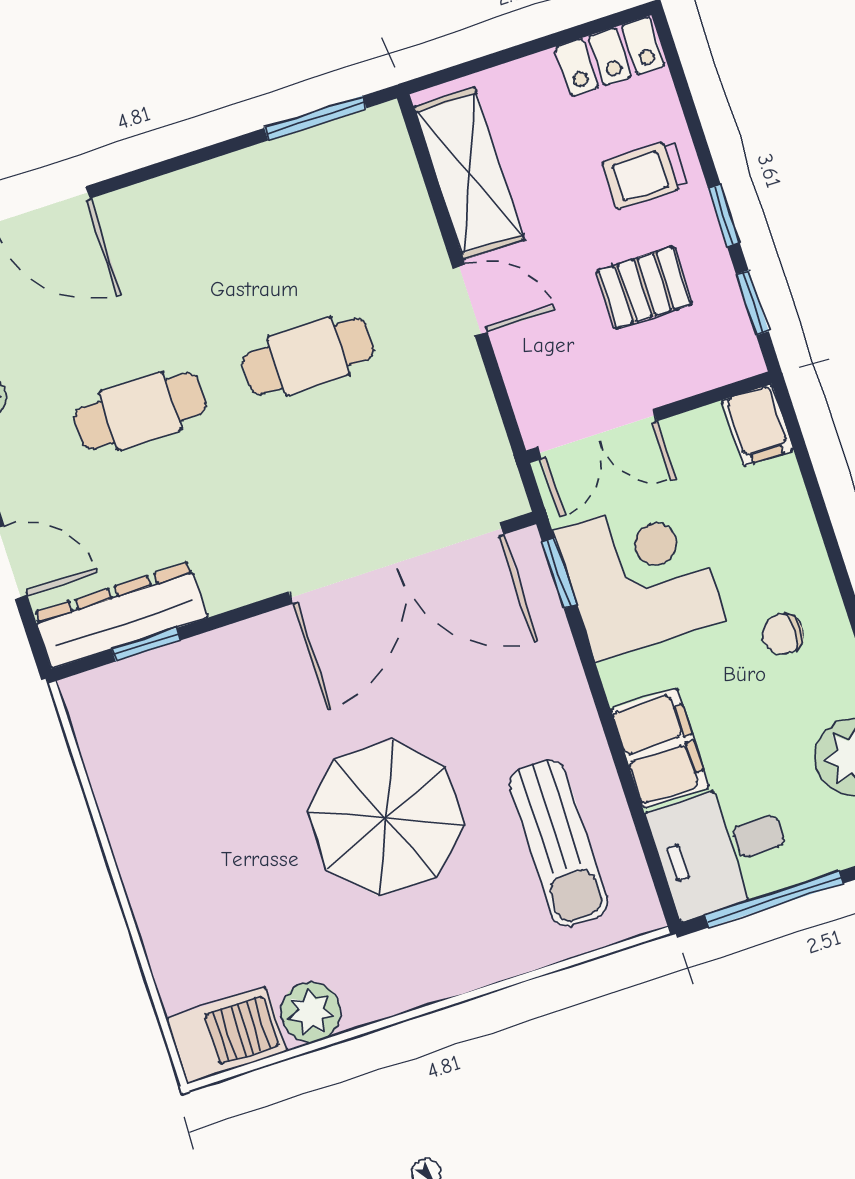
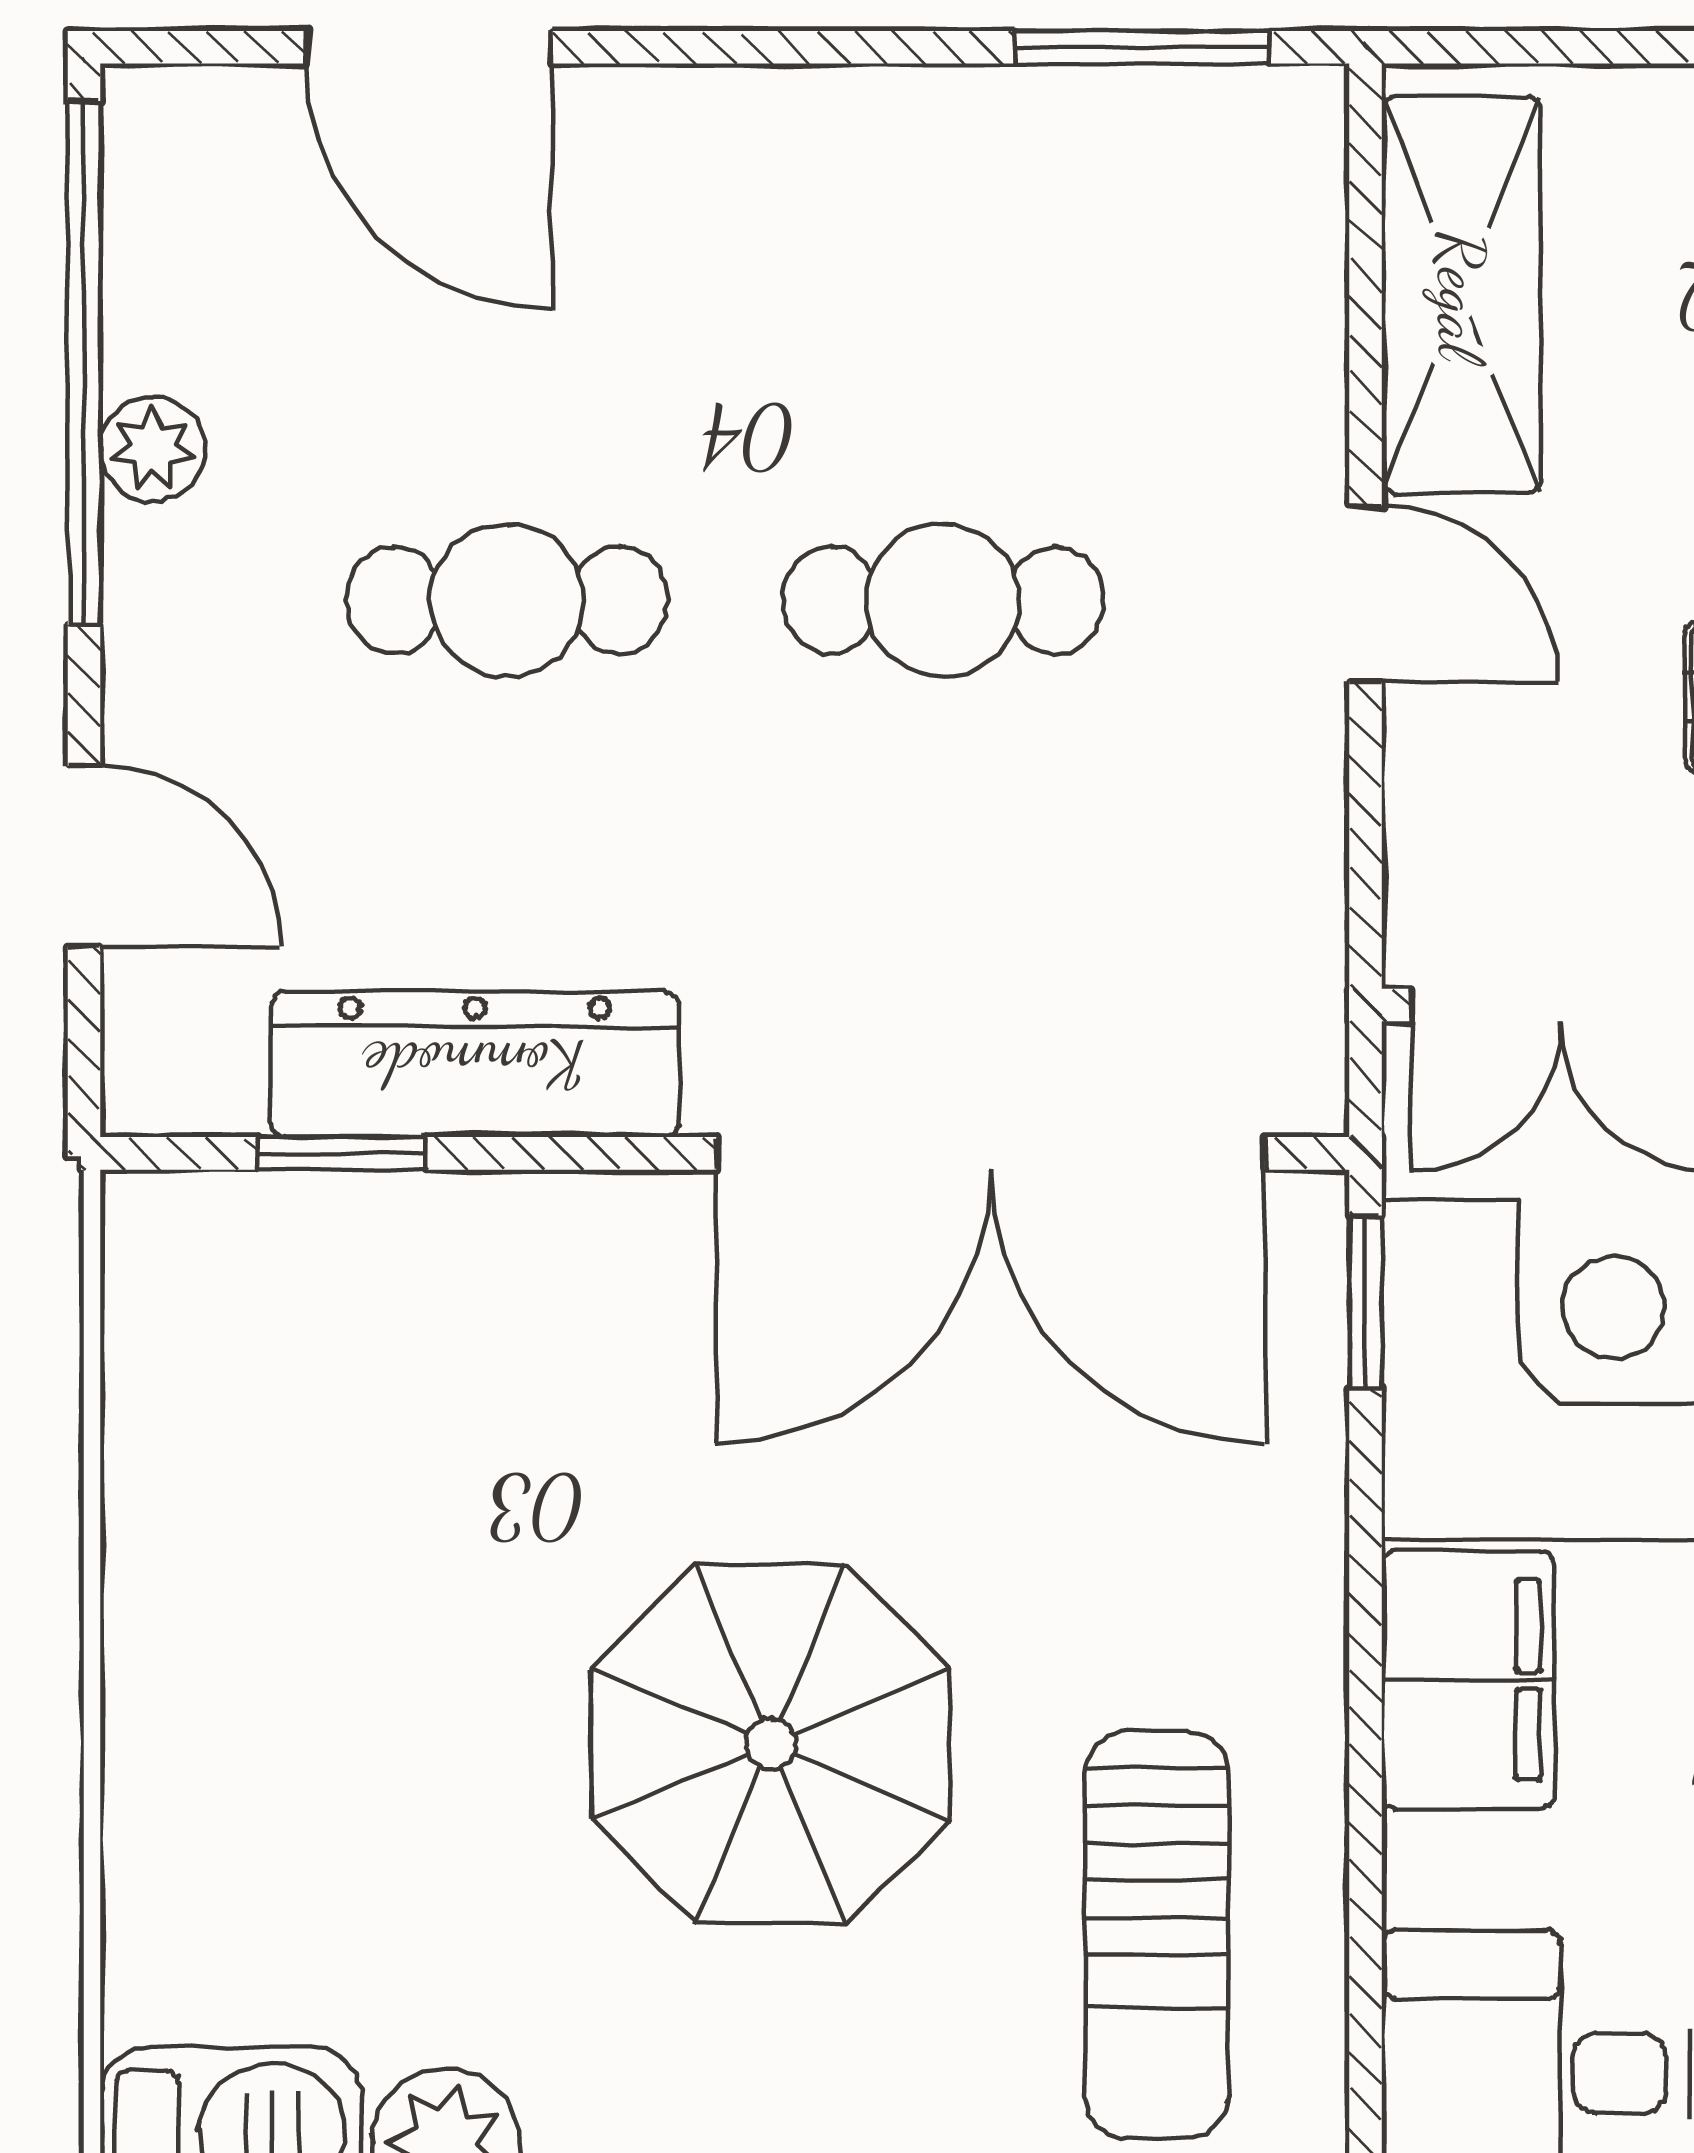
dresser: (121, 615) -> (475, 1065), moved
filing cabinet: (660, 748) -> (1468, 1680), moved

